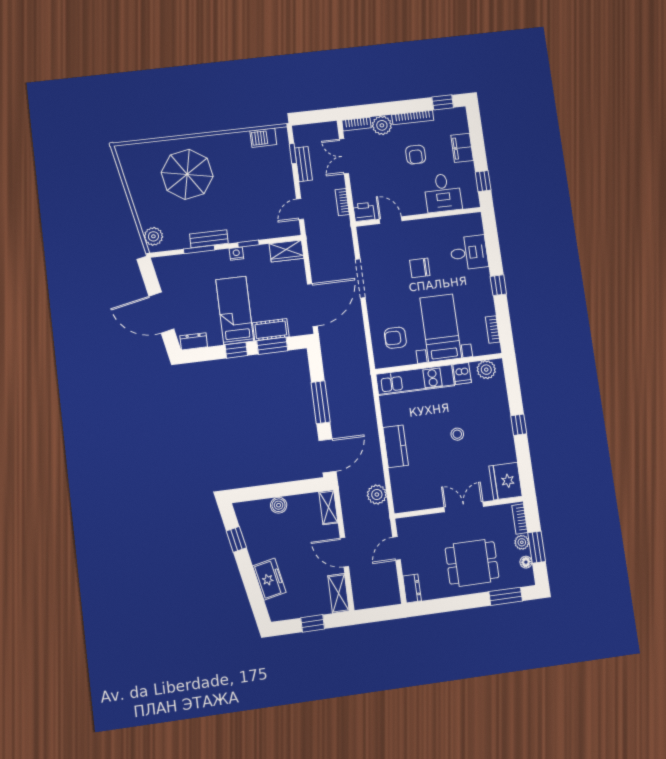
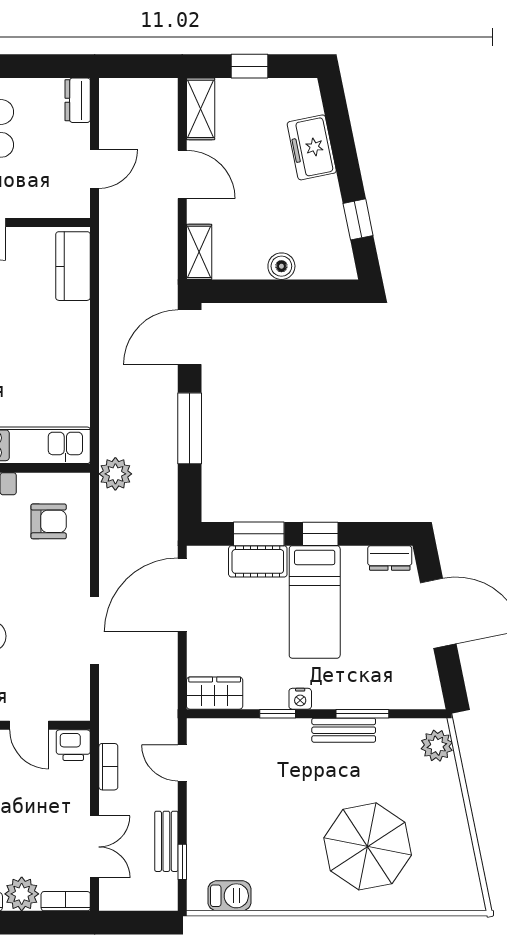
door: (300, 209) -> (182, 763), swing flipped
kitchen counter: (396, 446) -> (73, 266), moved
plant: (377, 494) -> (115, 474), moved

